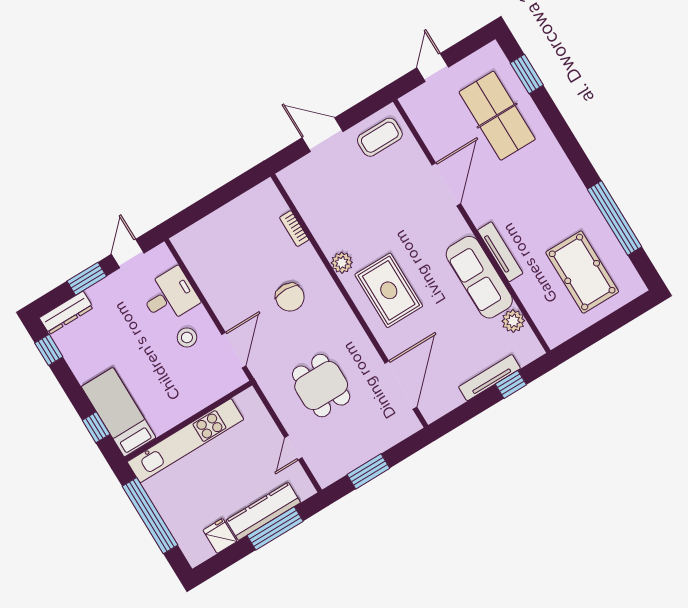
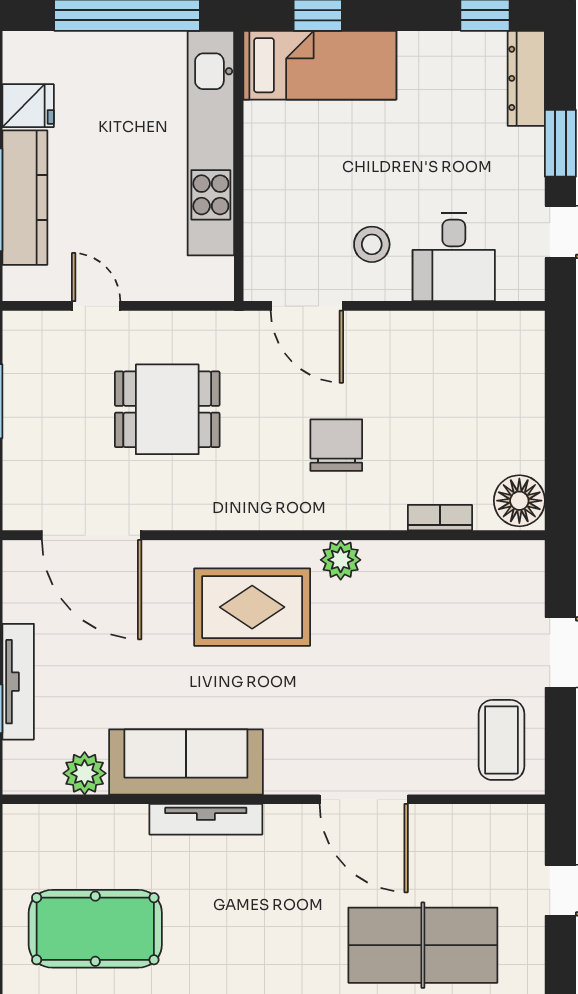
floor lamp: (264, 197) -> (519, 501), added
chair: (290, 297) -> (336, 445), turned 88

